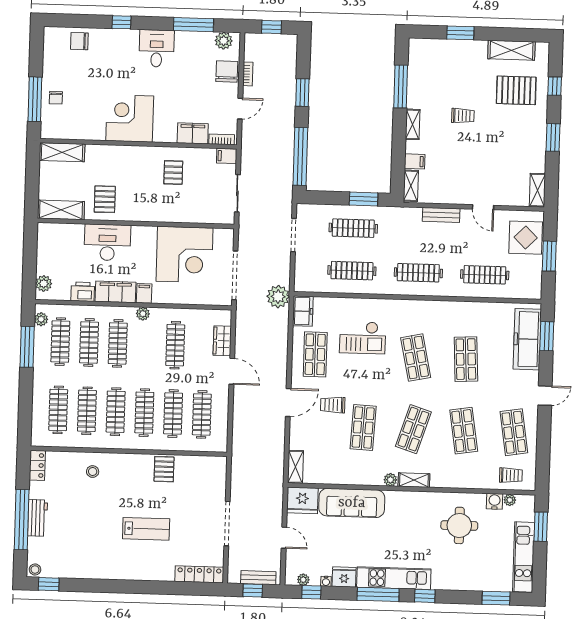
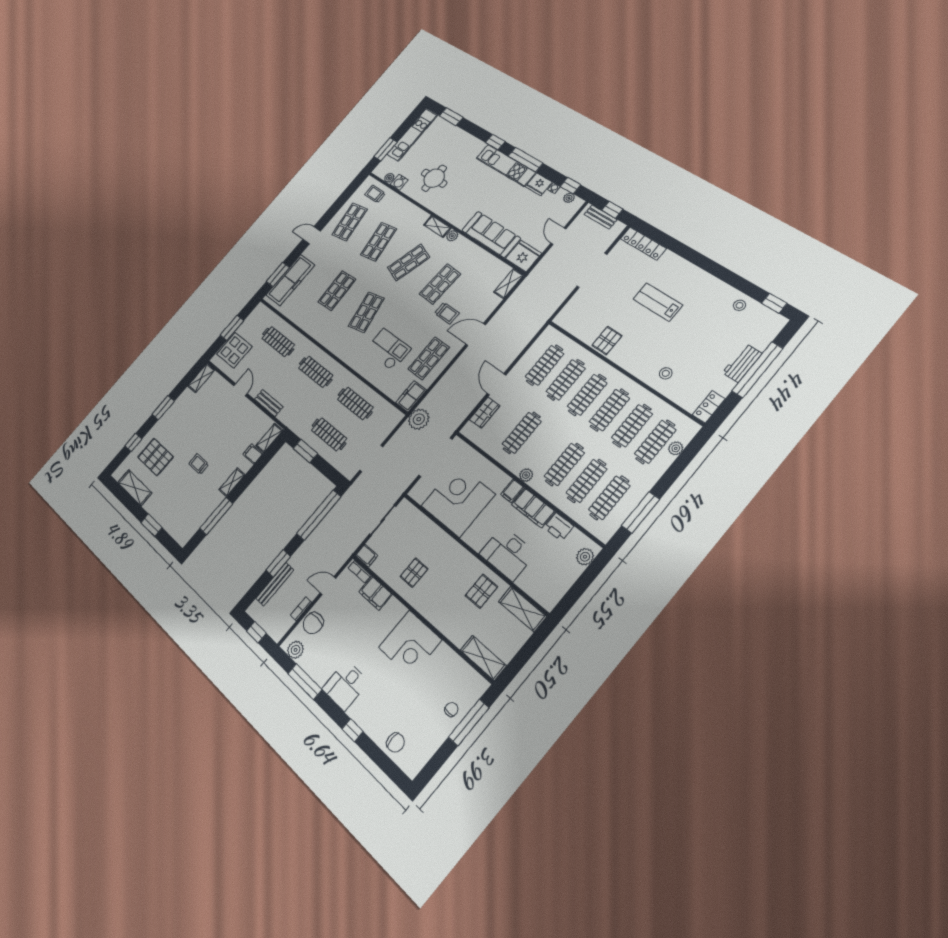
bench: (290, 75) -> (275, 584), added
plant: (41, 319) -> (676, 448), moved
stool: (35, 570) -> (739, 305), moved

